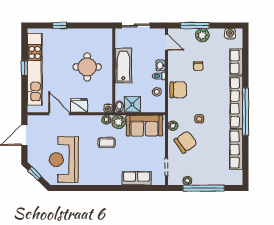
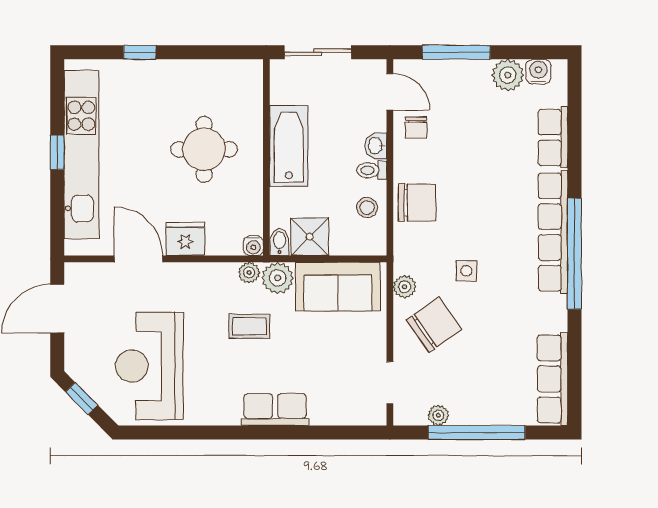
plant: (202, 35) -> (508, 75), moved
chair: (198, 66) -> (416, 128), moved
row of seats: (236, 150) -> (552, 379), moved
row of seats: (137, 178) -> (275, 410), moved

